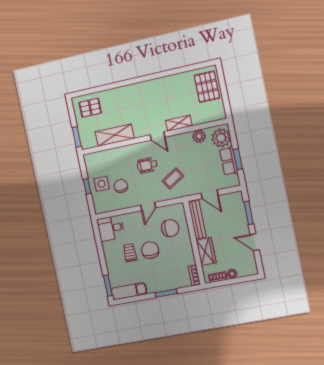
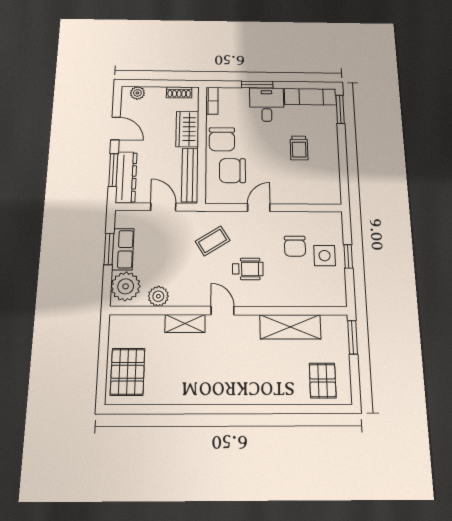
pallet: (90, 108) -> (323, 381), turned 90
dresser: (239, 209) -> (126, 177), added
desk: (111, 228) -> (267, 105), moved, turned -90
chair: (150, 250) -> (222, 139), moved
plant: (232, 274) -> (137, 93), moved

